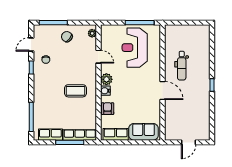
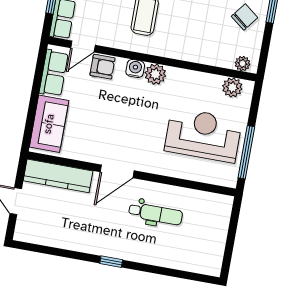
plant: (106, 36) -> (232, 87), added
door: (98, 57) -> (83, 46), moved
dental chair: (182, 66) -> (156, 214), turned 180
kitchen counter: (171, 122) -> (58, 176), added

